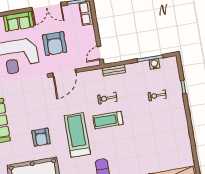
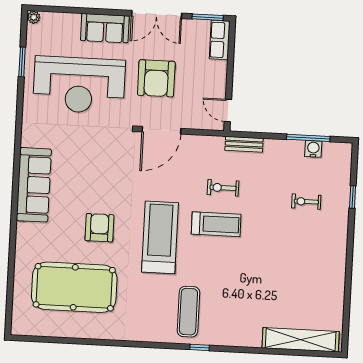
door: (100, 53) -> (228, 110), hinge flipped
treadmill: (108, 120) -> (216, 224), turned 180
armchair: (41, 137) -> (99, 228), turned 180

